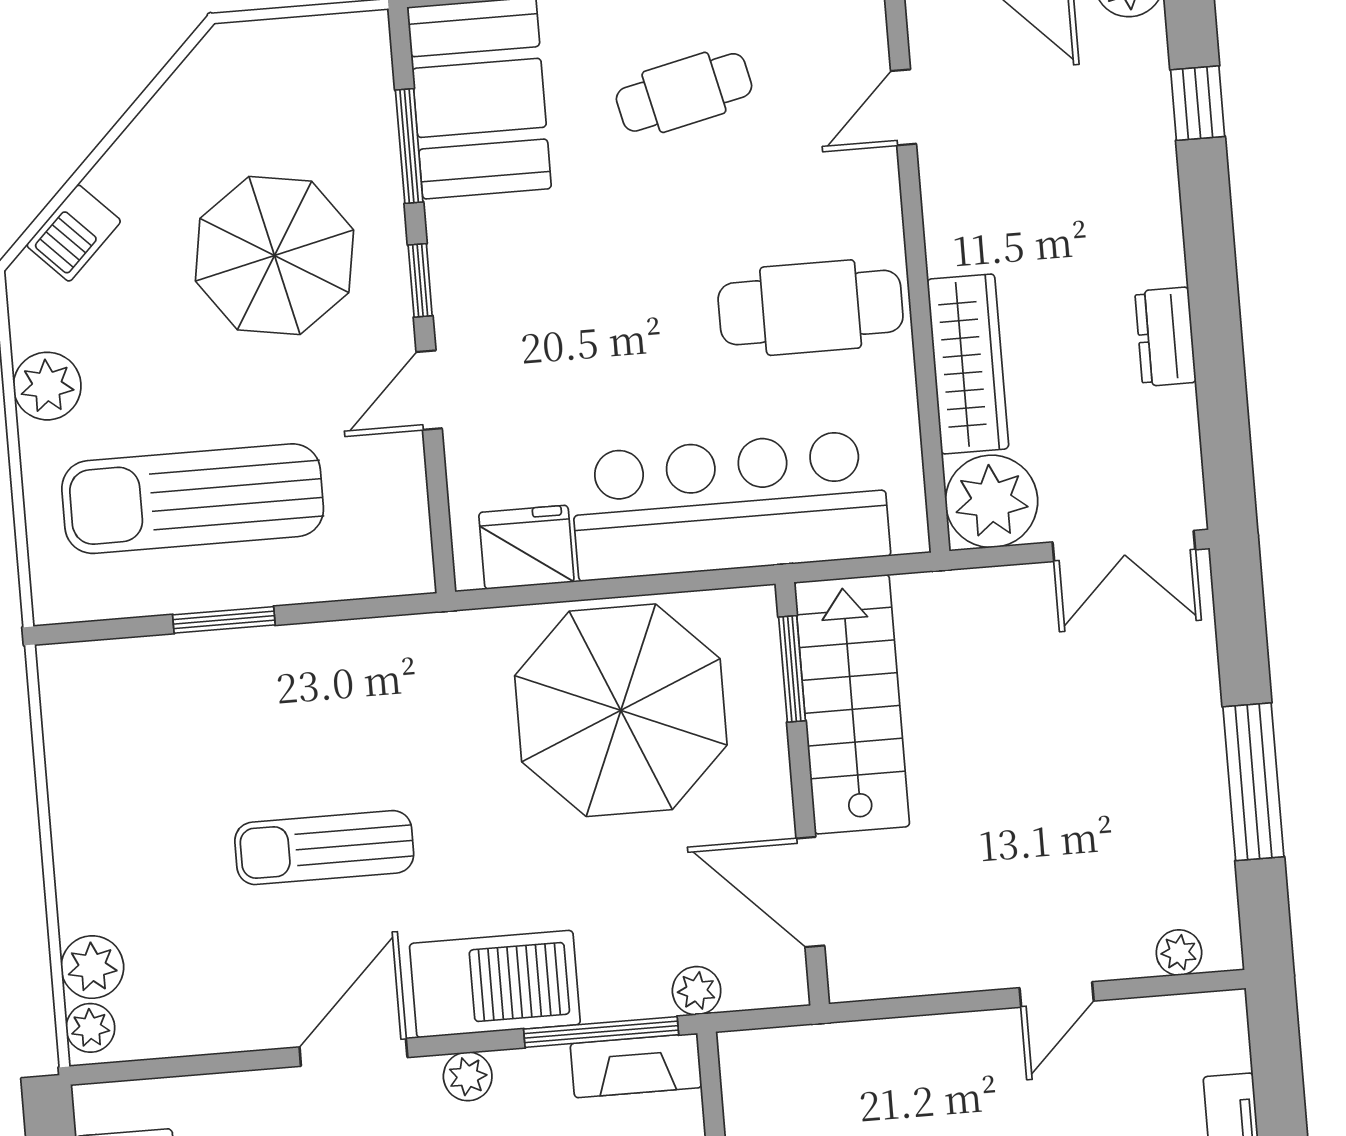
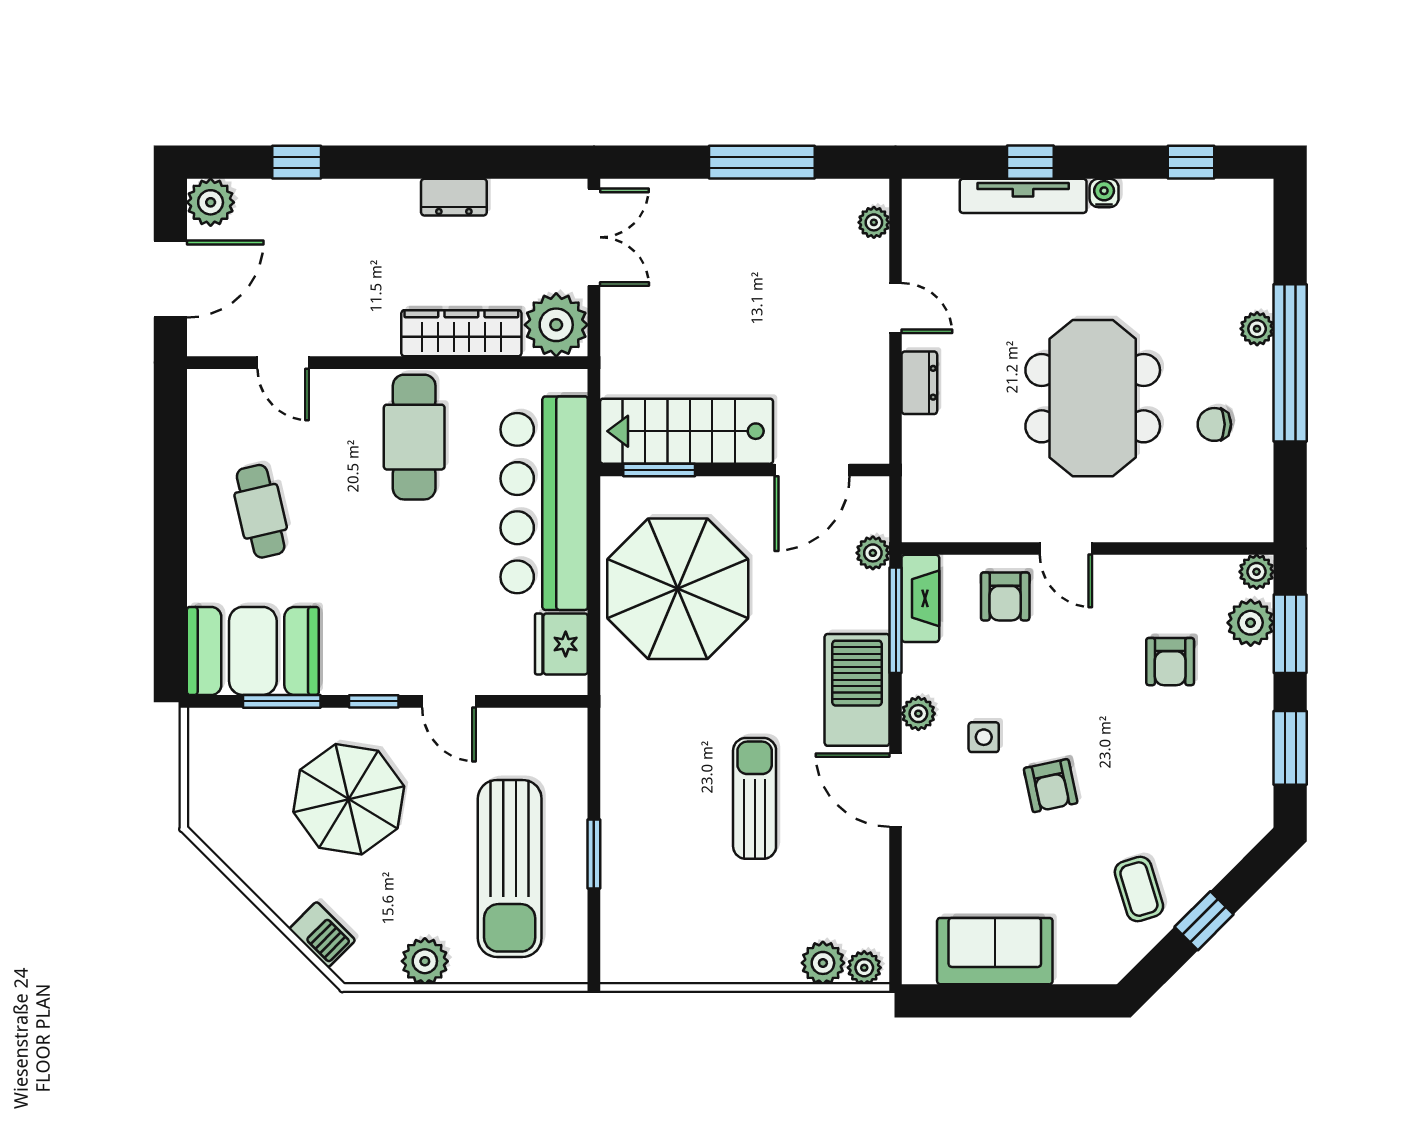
sun lounger: (324, 848) -> (755, 798), turned 180
dresser: (950, 1038) -> (919, 383), added

